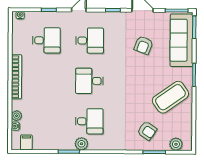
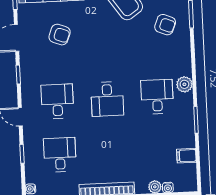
armchair: (147, 131) -> (165, 25), turned 77
filing cabinet: (26, 142) -> (186, 156), moved
plant: (81, 144) -> (184, 84), moved

